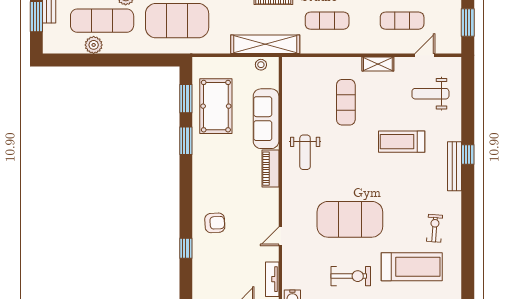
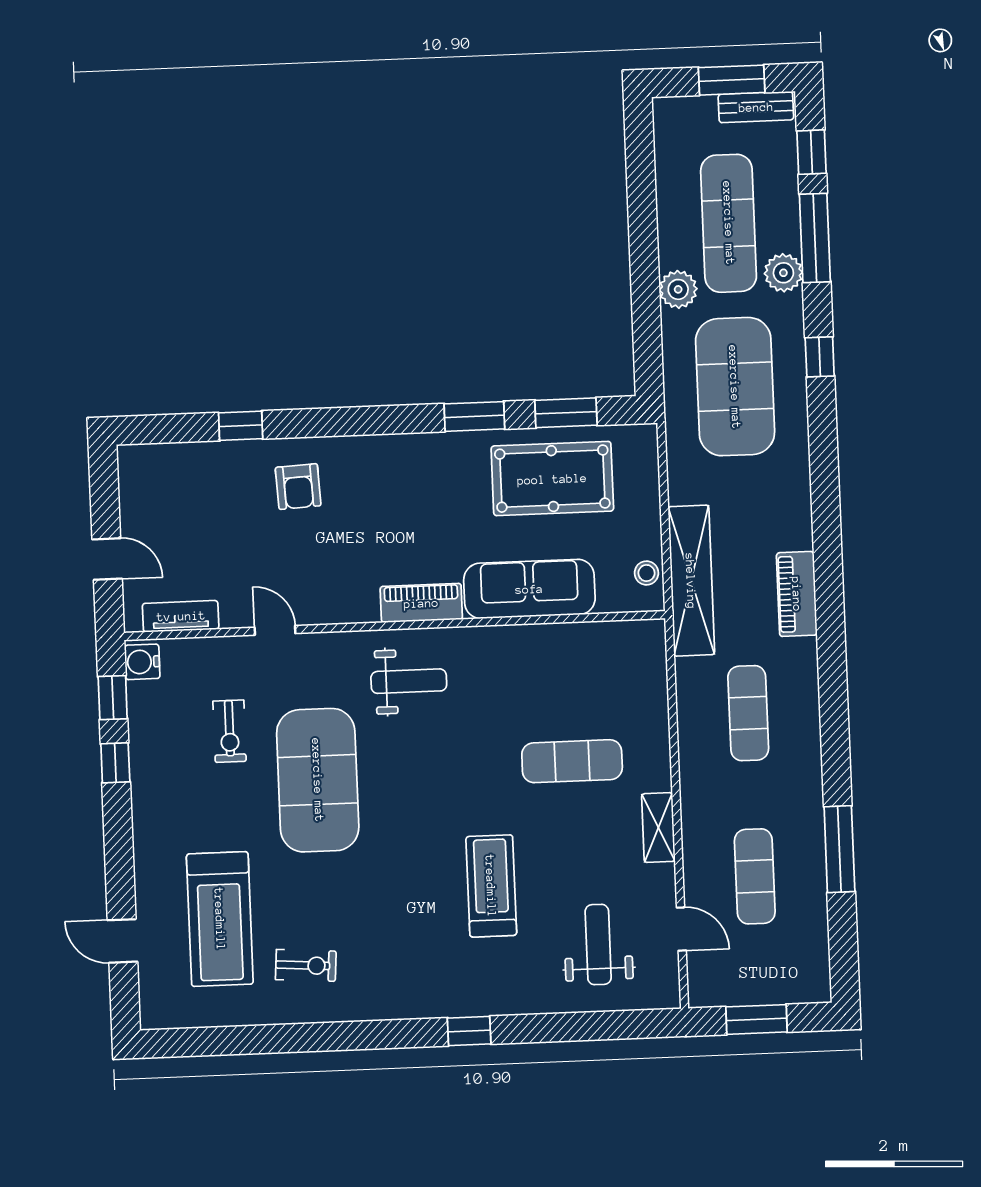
plant: (94, 45) -> (678, 289), moved
weight bench: (305, 152) -> (409, 681), moved, turned 180
bench: (455, 166) -> (442, 1003), removed
exercise bike: (351, 276) -> (230, 731), moved, width x0.73, depth x0.72

